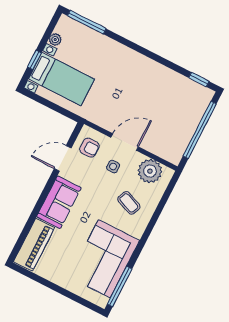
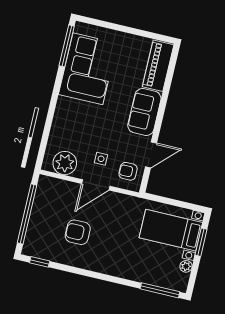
window: (34, 60) -> (201, 242), width x1.50
armchair: (154, 100) -> (78, 232), added
coffee table: (129, 203) -> (77, 128), removed

